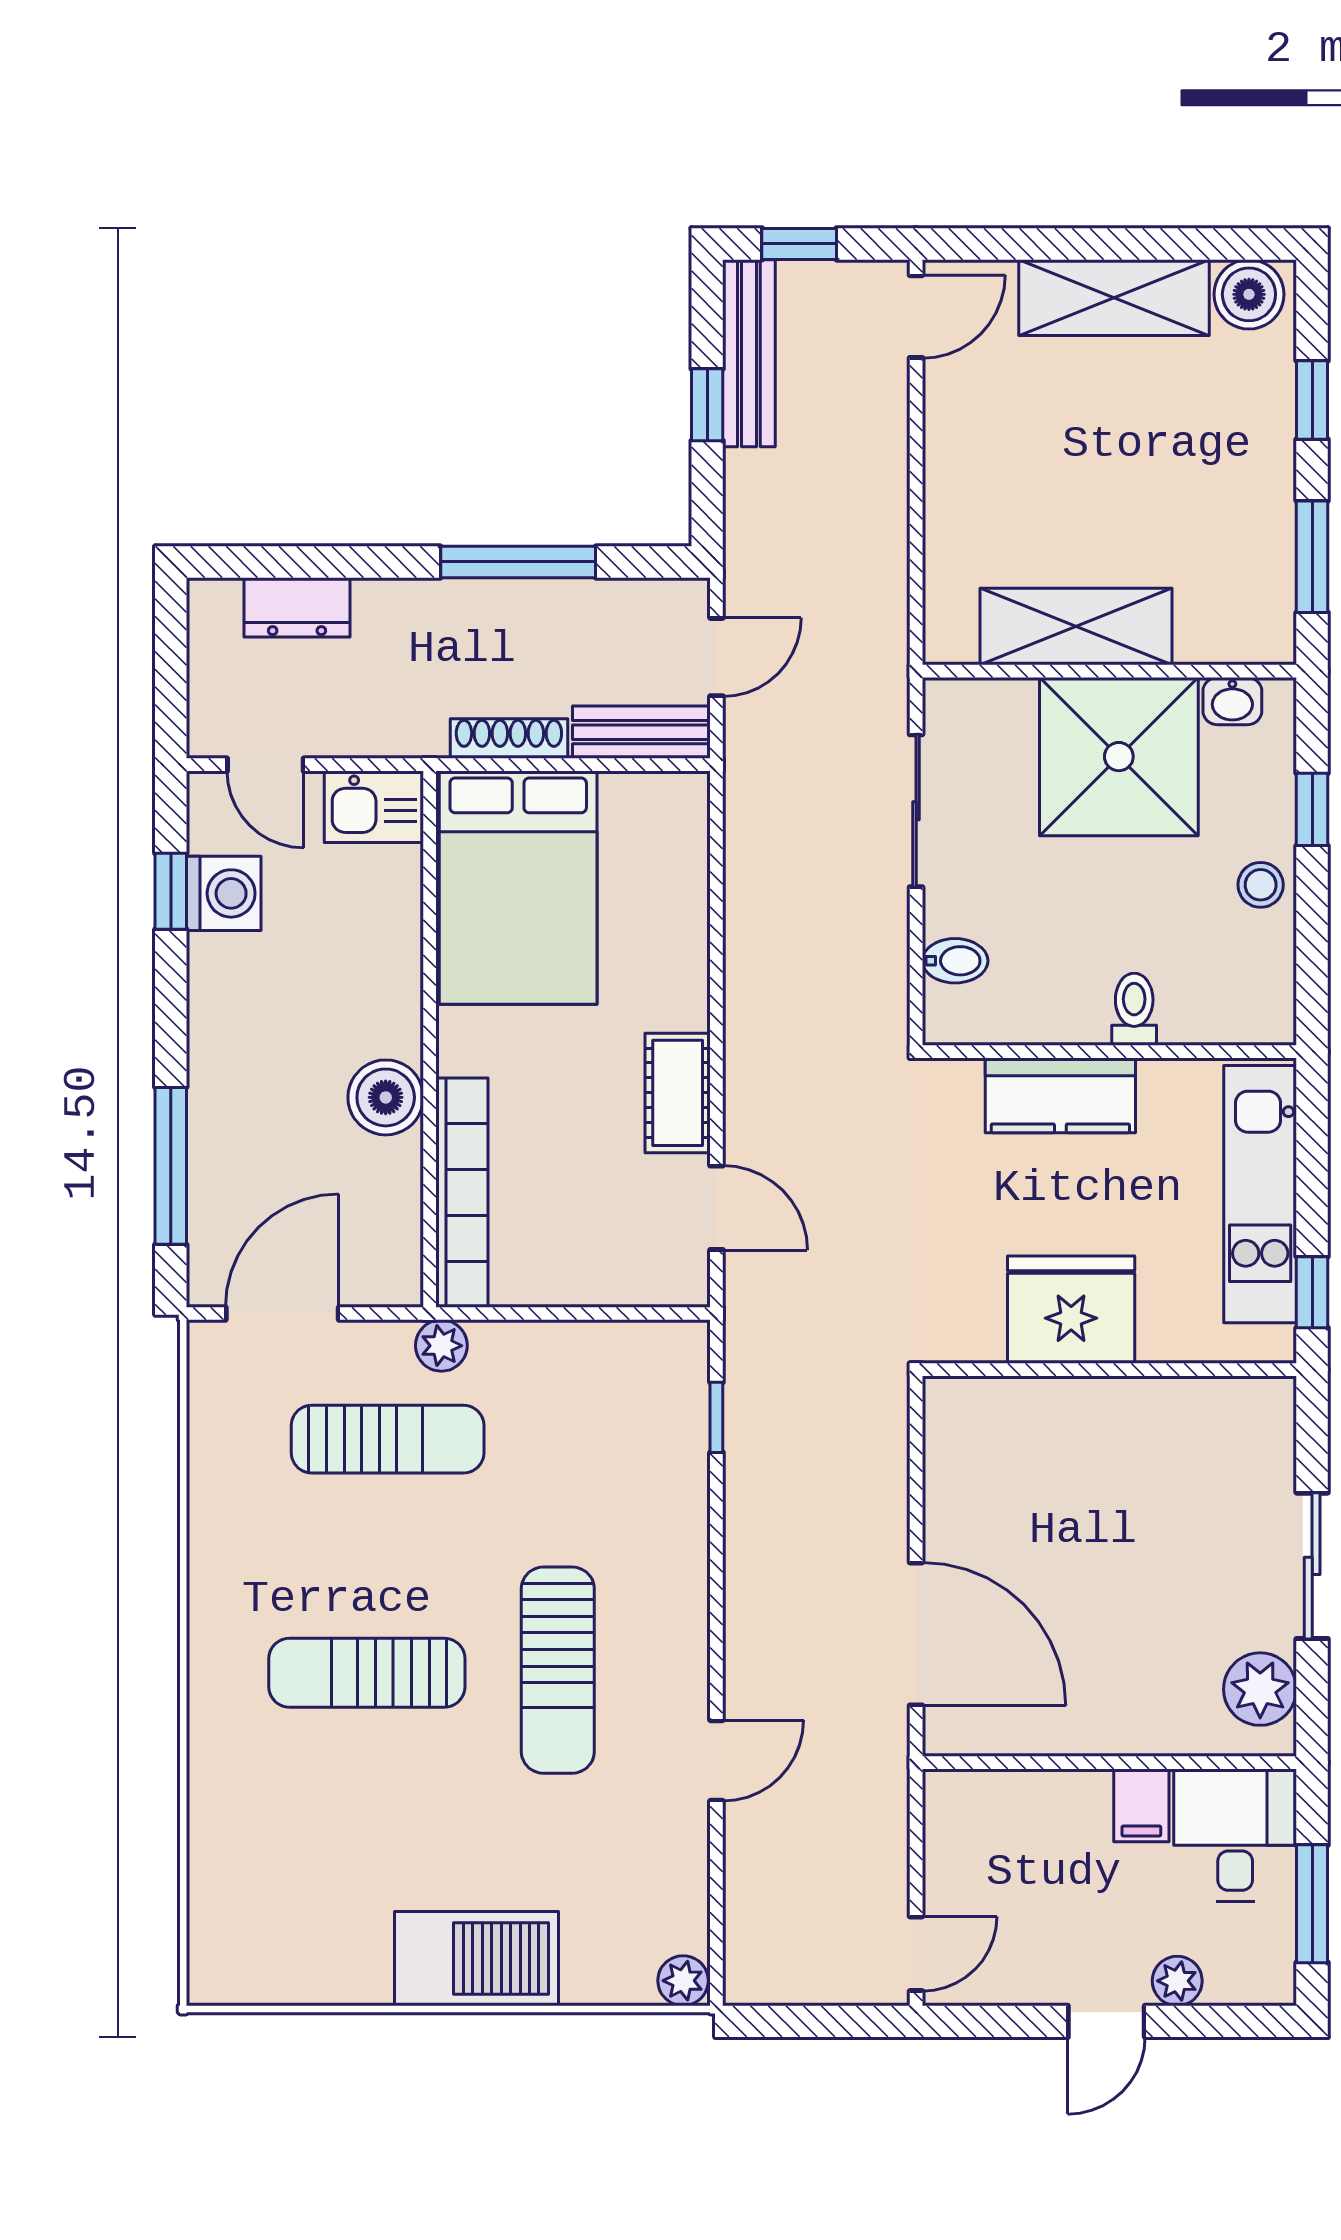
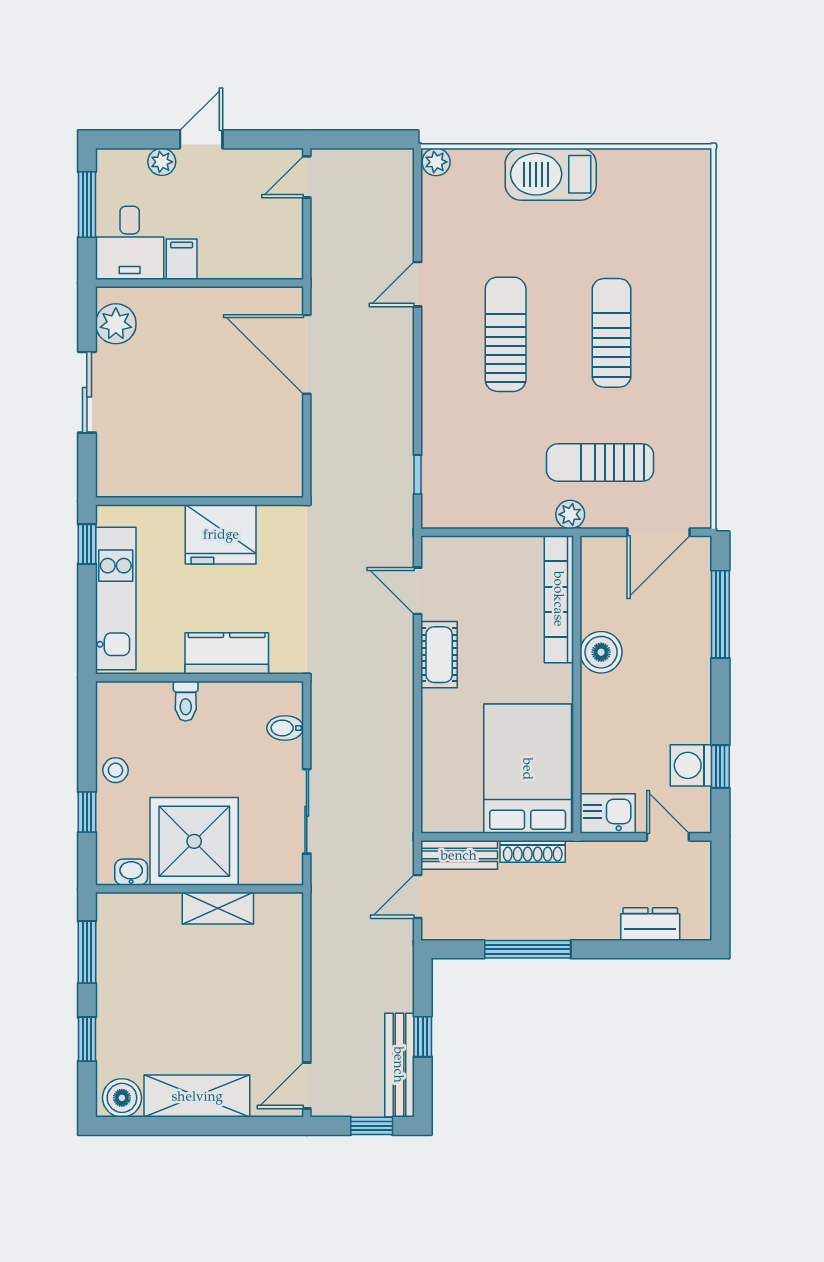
shelving: (1076, 627) -> (218, 908), width x0.67, depth x0.75
sun lounger: (367, 1673) -> (612, 333), turned -90

